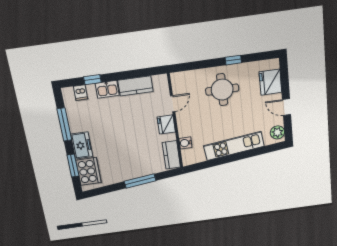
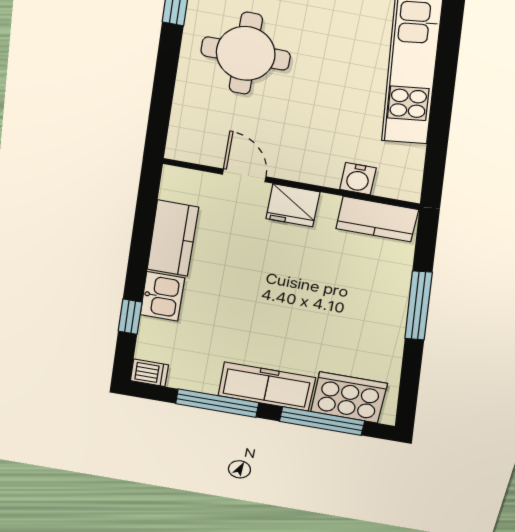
dishwasher: (81, 93) -> (149, 373), moved
freezer: (82, 145) -> (267, 387), width x1.40
window: (73, 166) -> (322, 421), width x1.44

